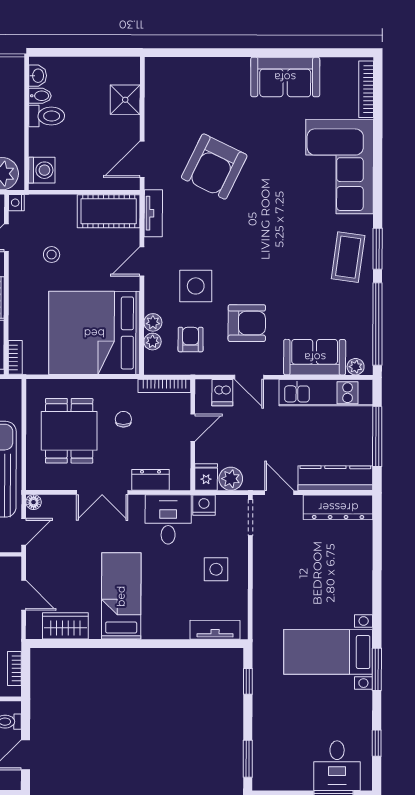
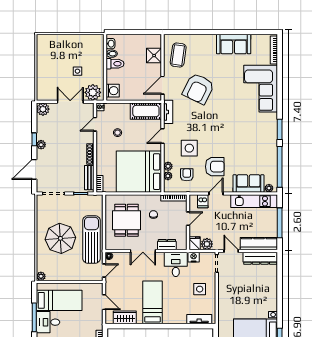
coffee table: (348, 257) -> (178, 55), moved
door: (249, 377) -> (216, 193), swing flipped

